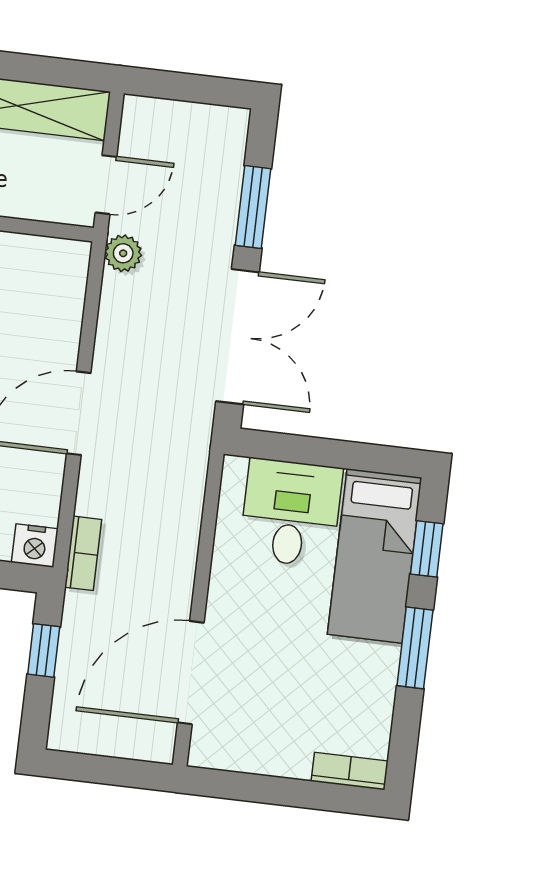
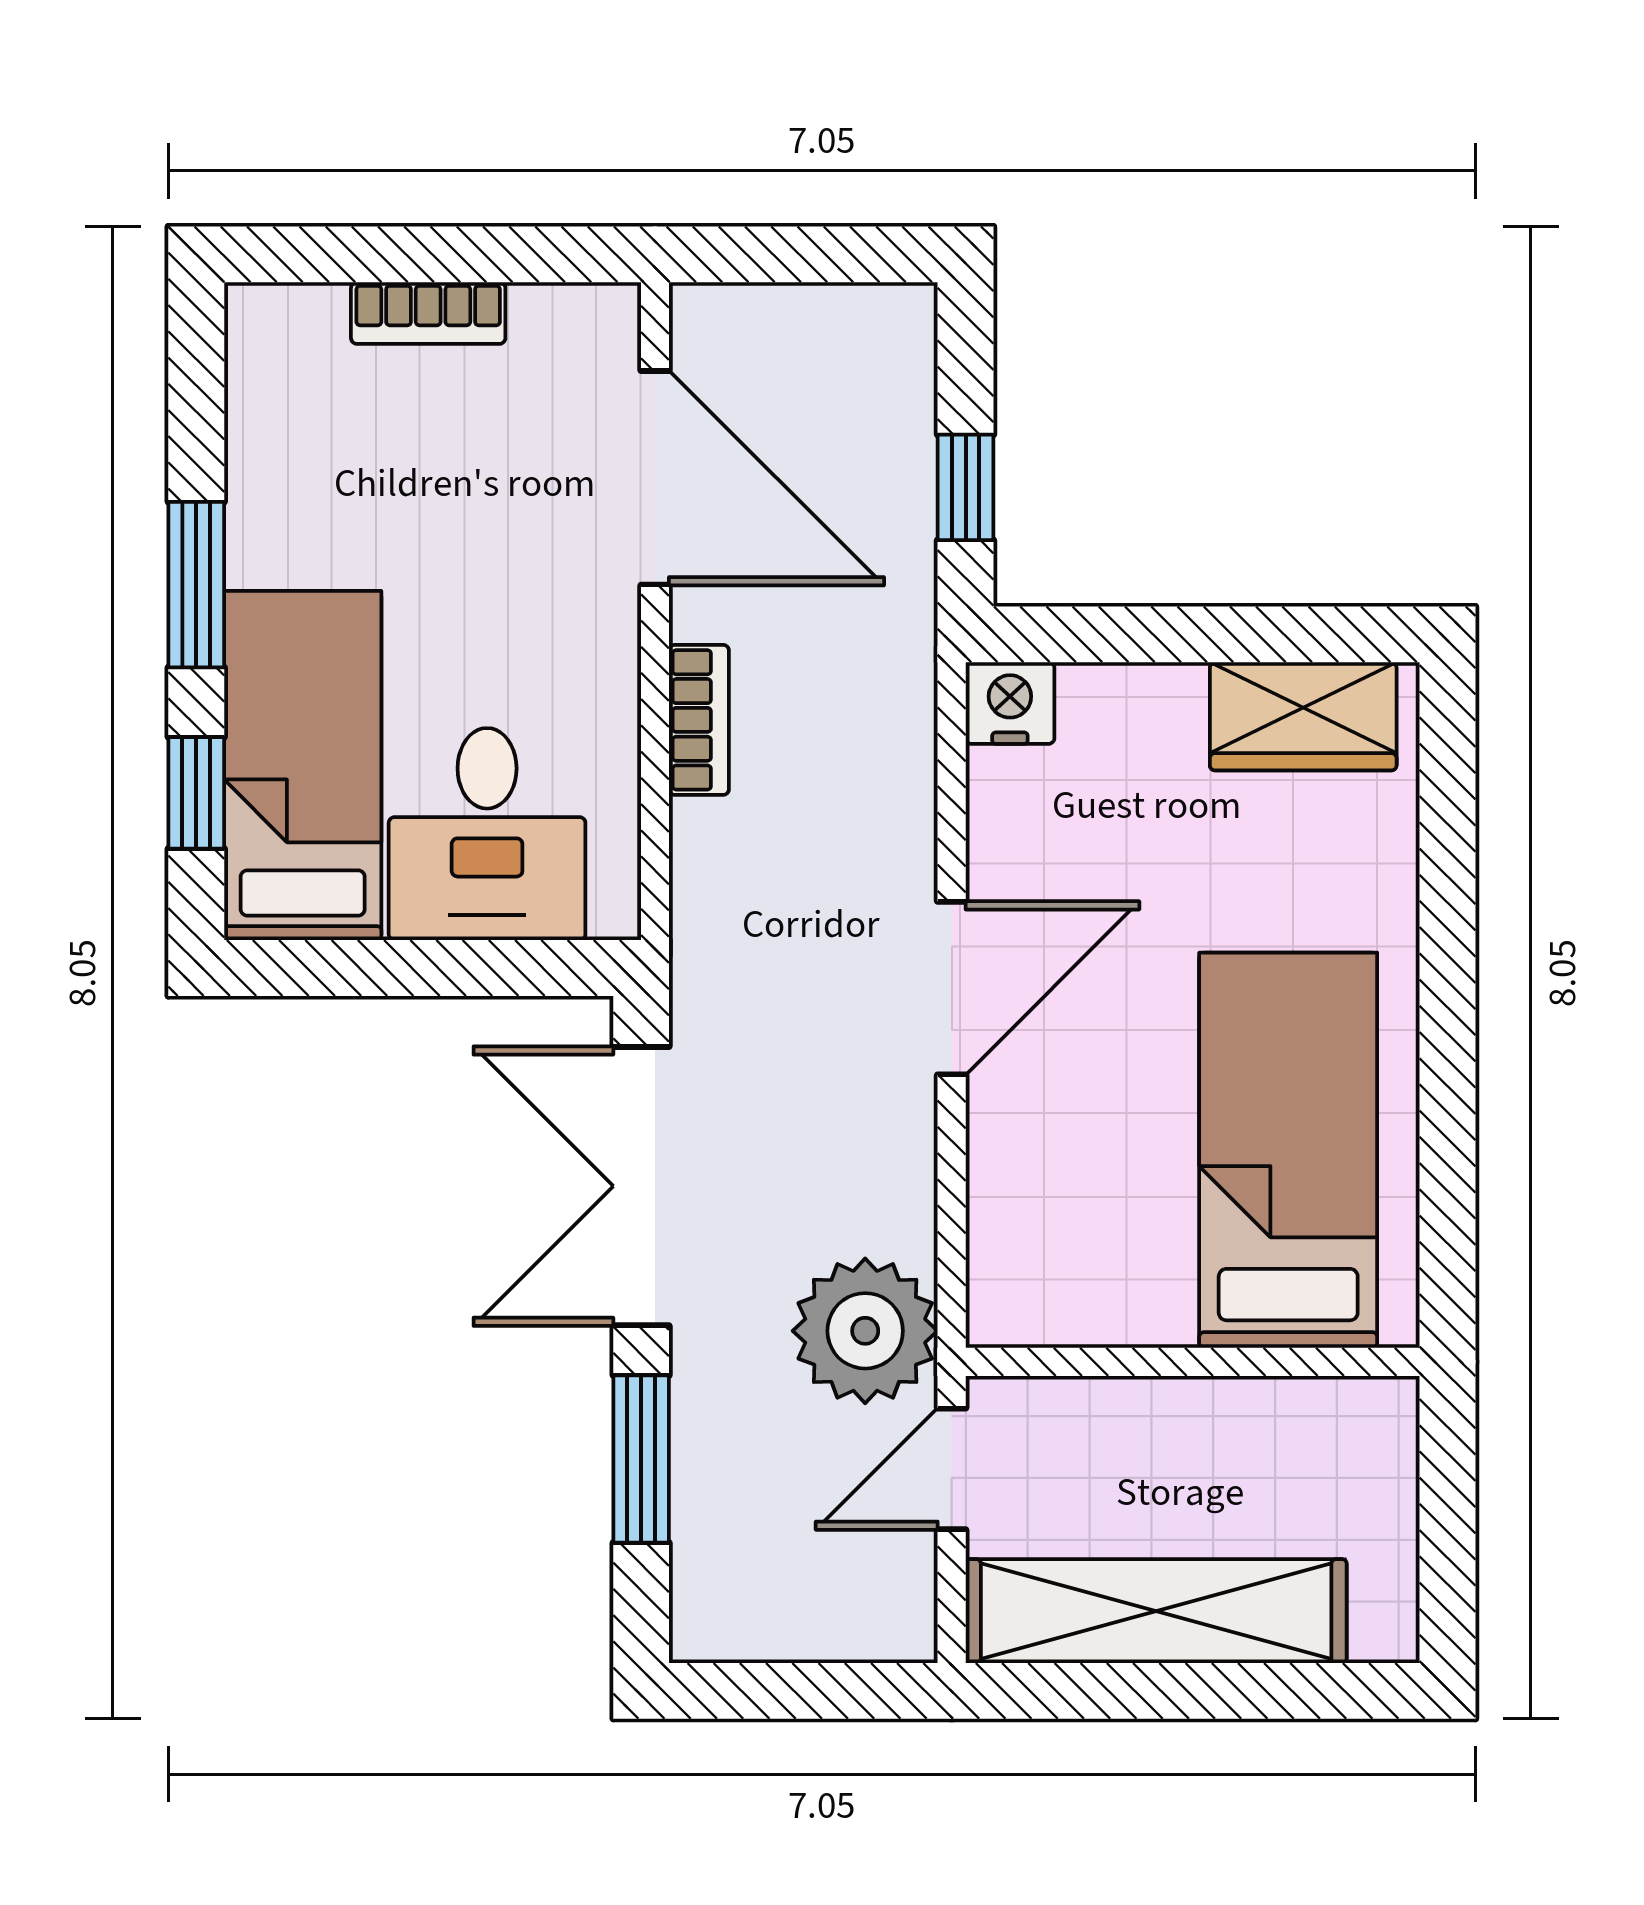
plant: (123, 253) -> (865, 1331), width x1.87, depth x1.87
bookcase: (83, 553) -> (699, 720), moved, turned 180
door: (191, 673) -> (655, 478), hinge flipped
bookcase: (350, 771) -> (428, 313), moved

